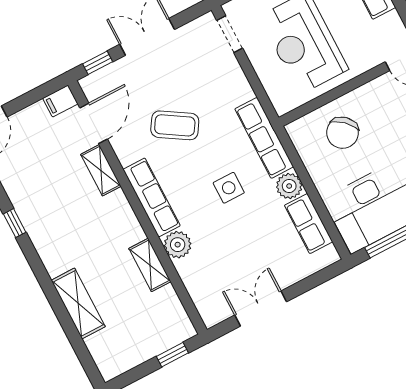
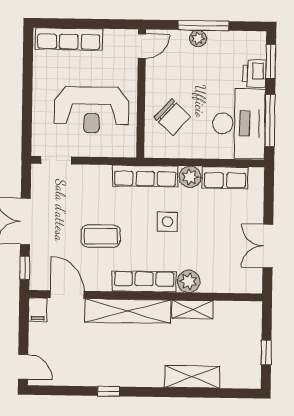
coffee table: (175, 125) -> (101, 236), turned 58
shelving: (101, 170) -> (128, 311), width x2.20, depth x1.33
window: (172, 355) -> (266, 353), moved

